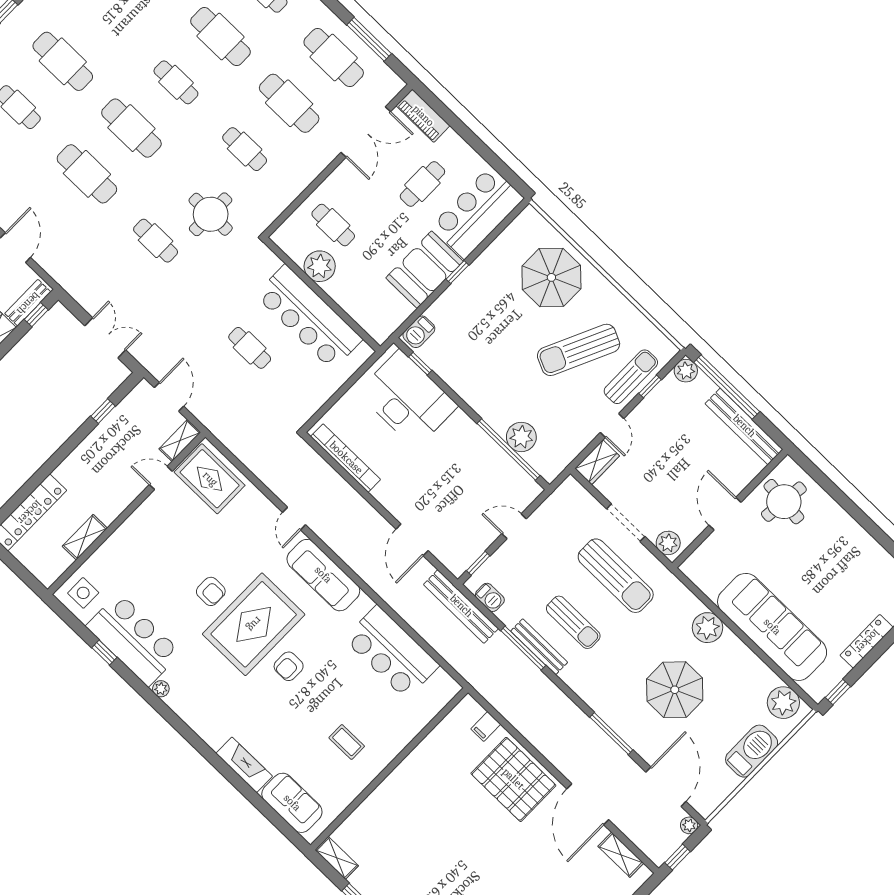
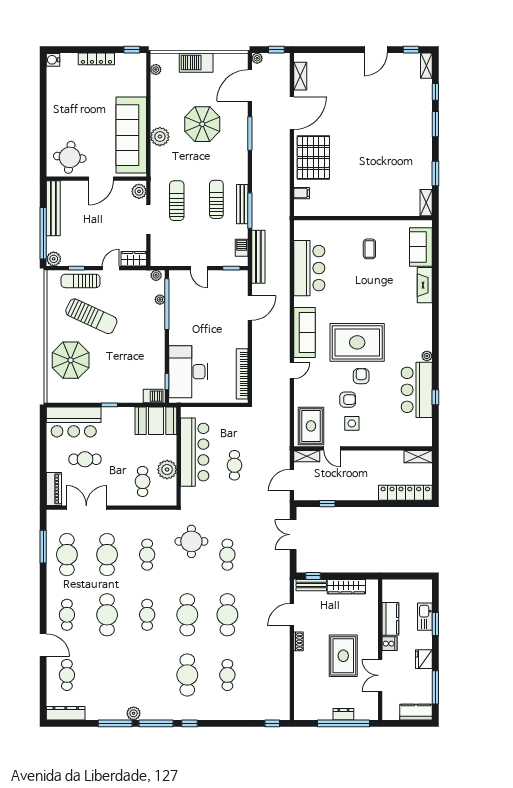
booth: (424, 270) -> (156, 421), moved
plant: (521, 437) -> (160, 300), width x0.53, depth x0.53
plant: (553, 469) -> (156, 275), added
shelving: (85, 537) -> (418, 457), moved
sun lounger: (616, 576) -> (177, 201), width x0.73, depth x0.75
side table: (83, 593) -> (352, 423), moved
sofa: (772, 627) -> (131, 135), moved
armchair: (289, 666) -> (348, 400), moved
plant: (783, 703) -> (156, 70), width x0.53, depth x0.53

